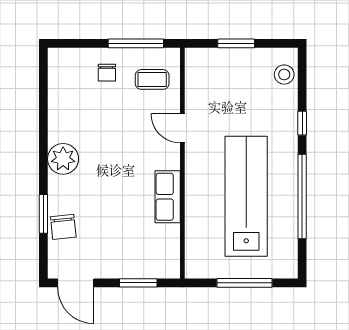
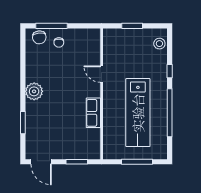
window: (136, 43) -> (52, 26), moved
coffee table: (152, 79) -> (85, 46), removed
lab bench: (246, 196) -> (138, 113), turned 180
chair: (63, 227) -> (39, 37), moved

